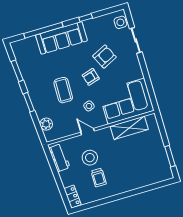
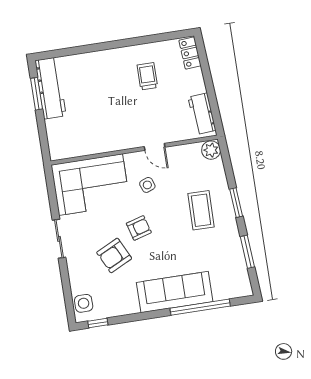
window: (86, 18) -> (98, 323), moved
sliding door: (136, 40) -> (59, 239), moved
coffee table: (63, 90) -> (201, 210), moved
plant: (46, 124) -> (211, 150), moved
shelving: (129, 128) -> (92, 144), removed
stool: (90, 158) -> (156, 108), removed
workbench: (161, 161) -> (50, 88), added

